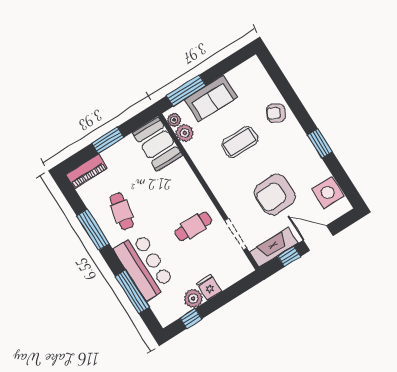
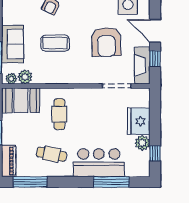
coffee table: (240, 142) -> (55, 43), turned 90
cafe table: (193, 226) -> (59, 114), moved
window: (93, 230) -> (30, 182), moved
door: (318, 238) -> (155, 31), hinge flipped
fridge: (209, 287) -> (139, 121), width x1.88, depth x1.34

